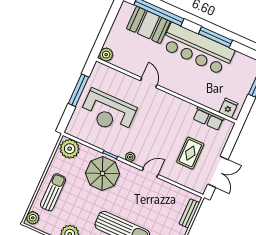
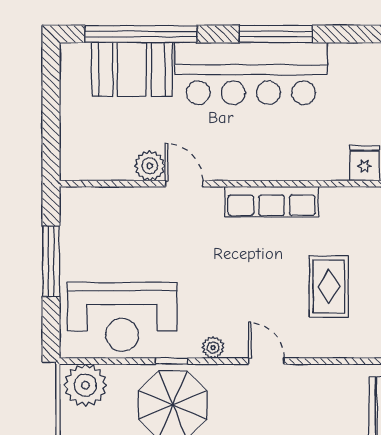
plant: (106, 55) -> (150, 166), moved
reception desk: (108, 112) -> (122, 317), moved
row of seats: (208, 118) -> (272, 202), moved, width x1.48
door: (150, 173) -> (266, 361), hinge flipped

